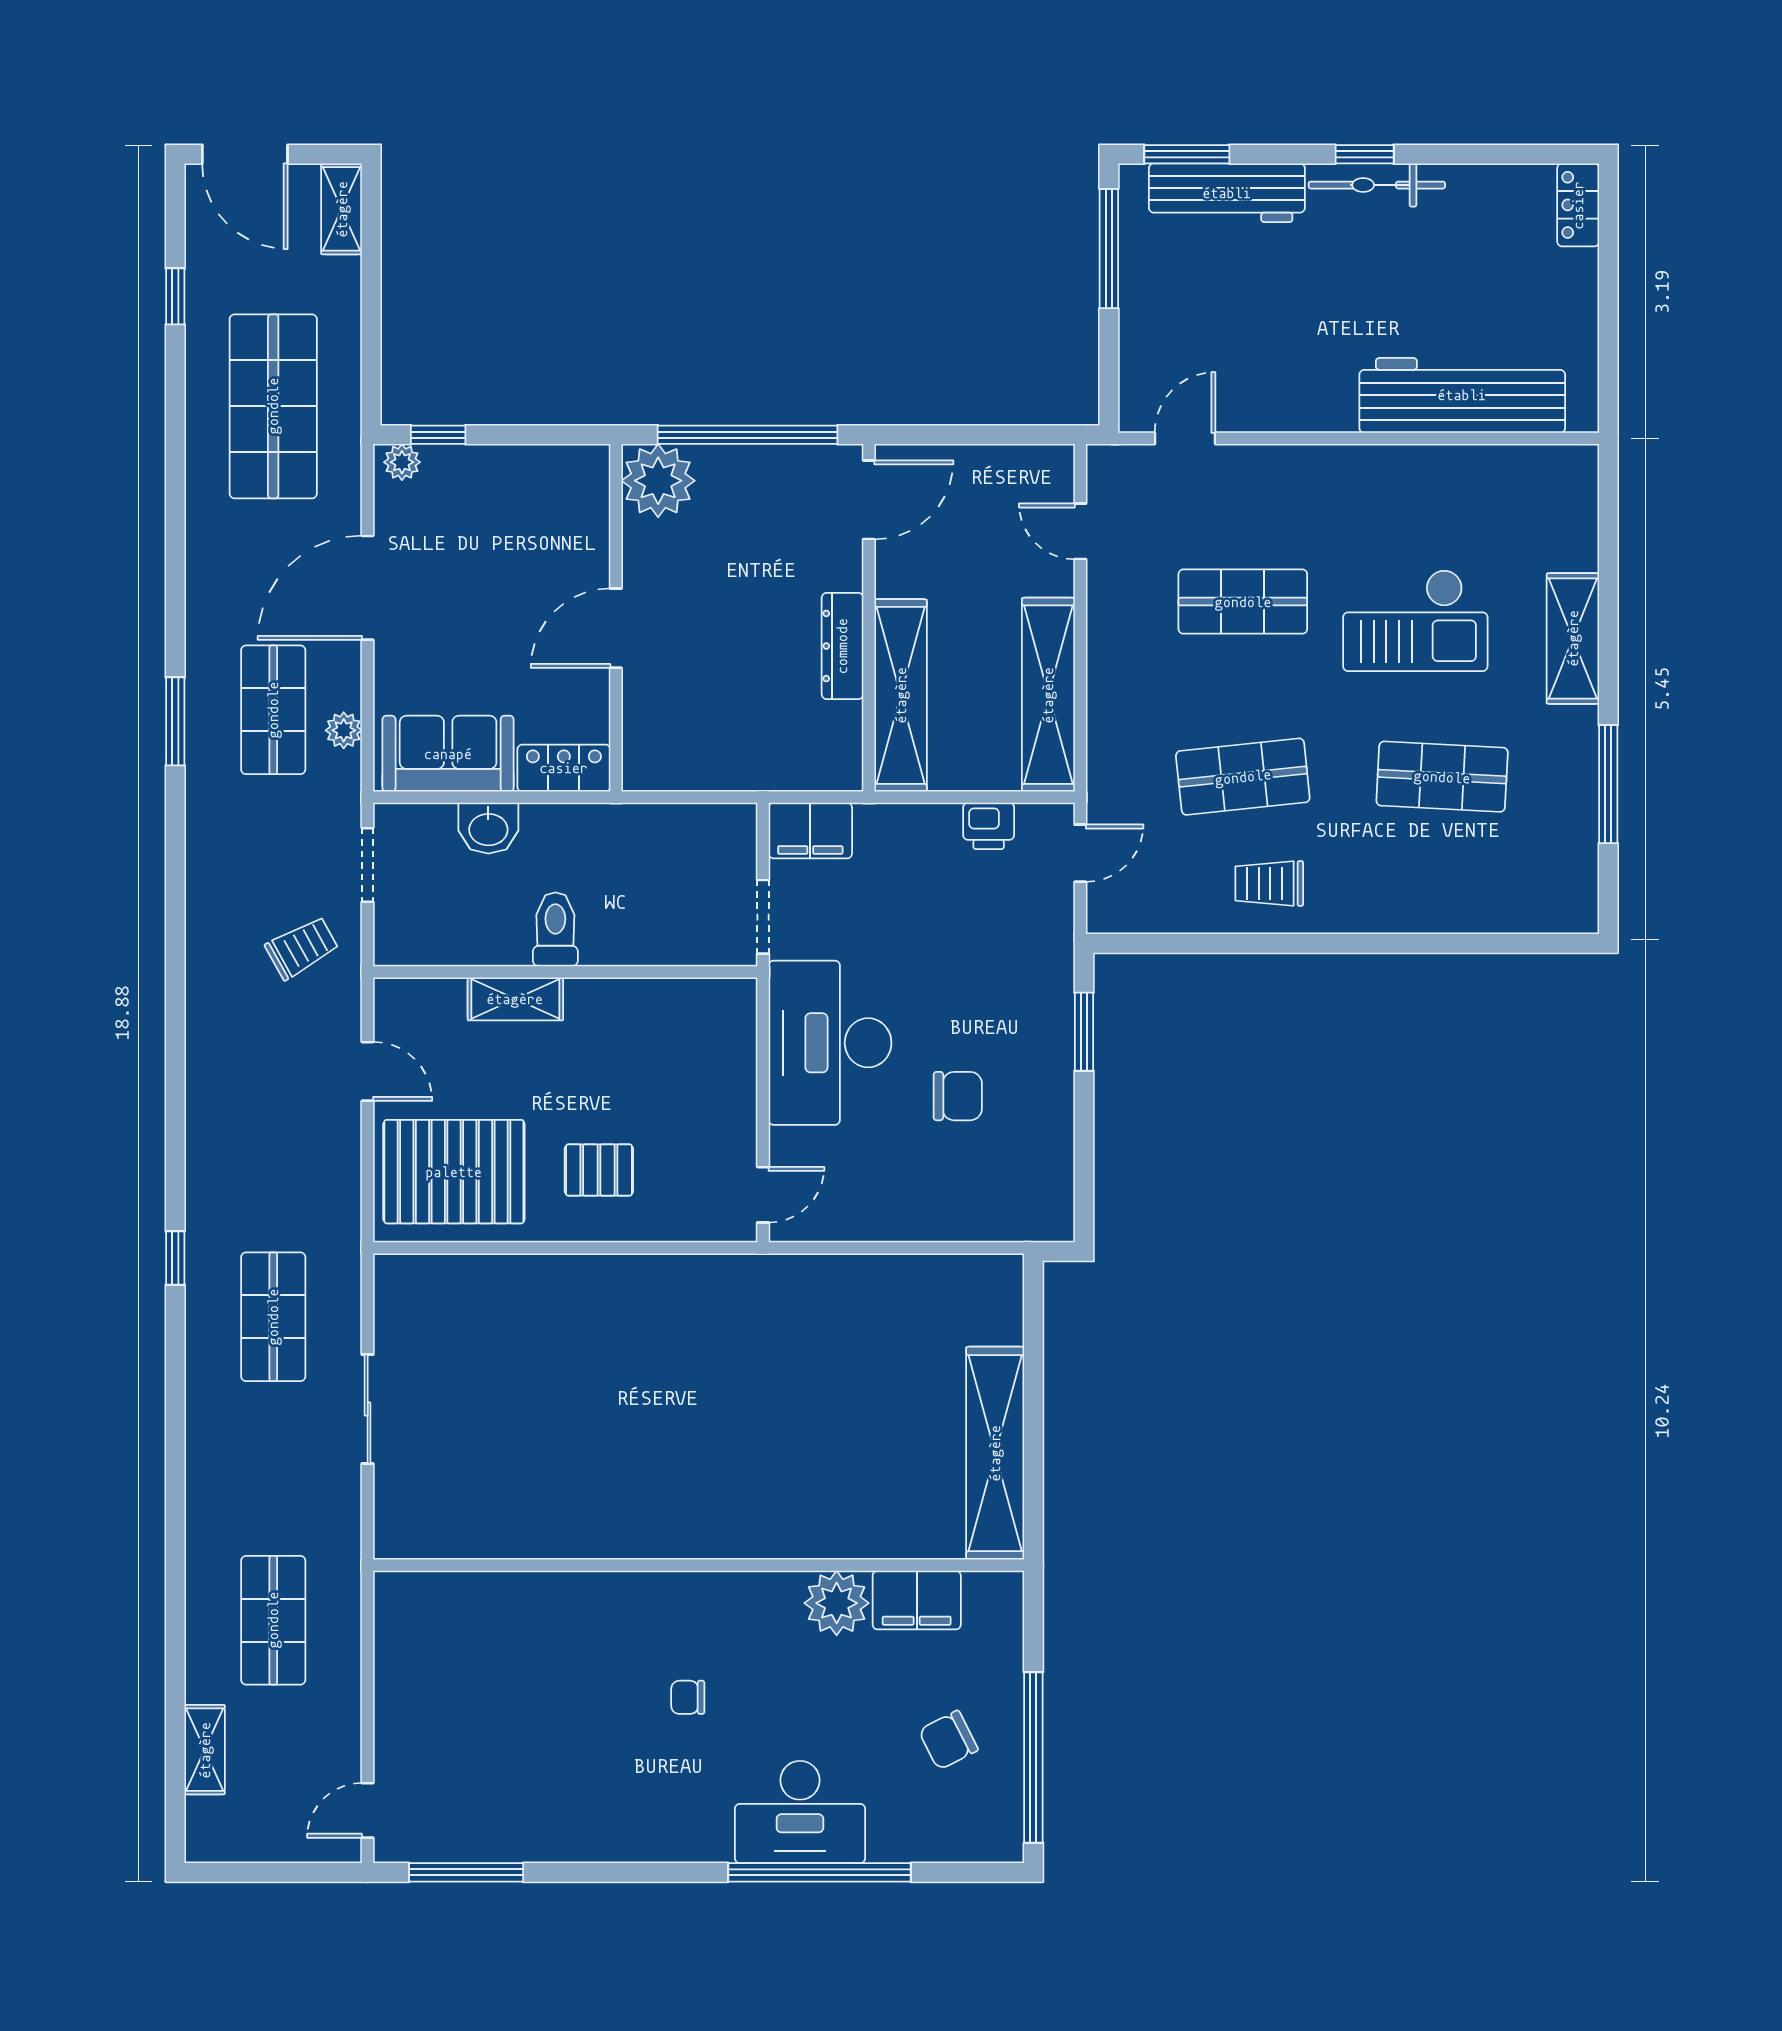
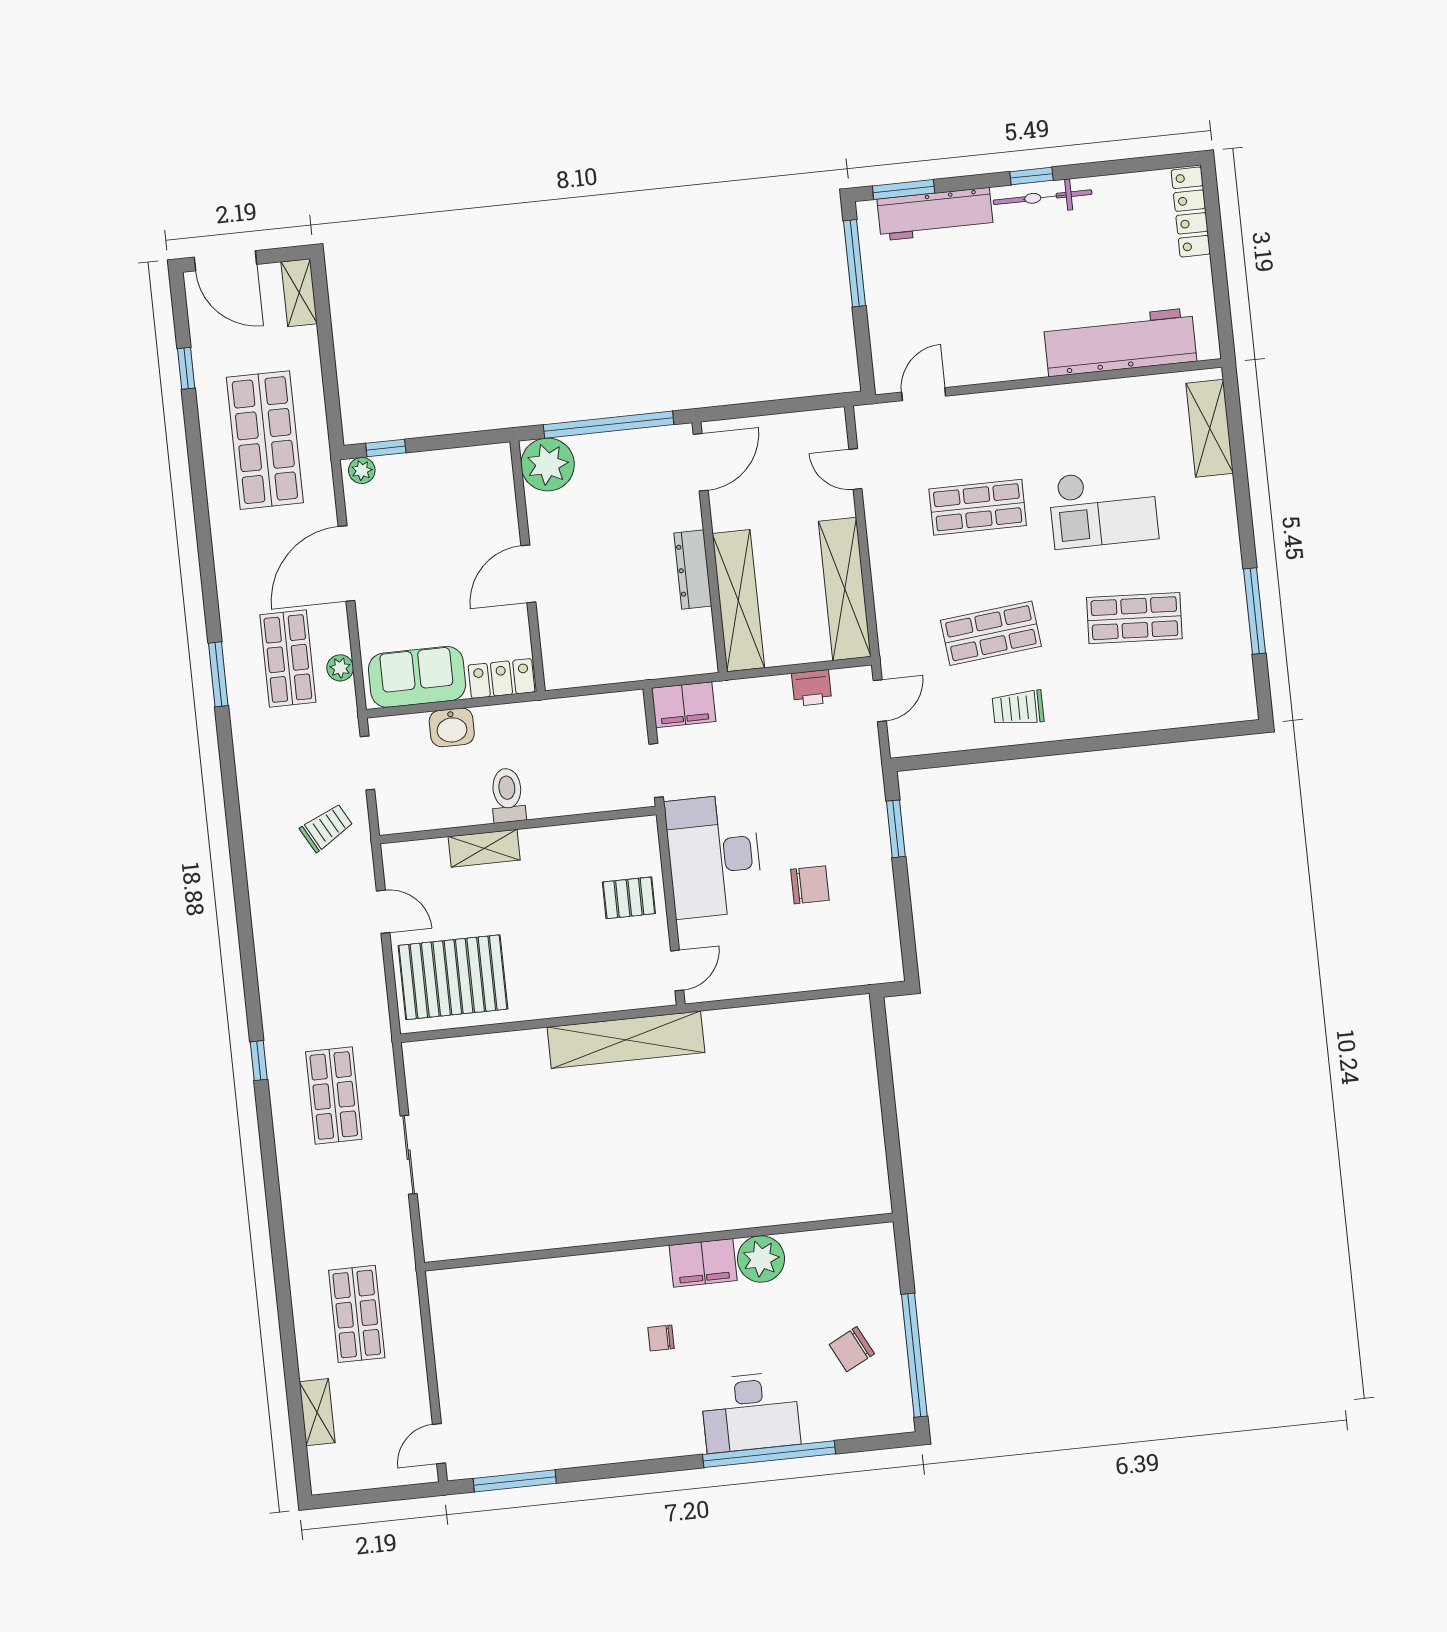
locker: (1578, 205) -> (1191, 212), width x1.53
shelving: (1573, 638) -> (1210, 428), moved
pallet: (599, 1170) -> (629, 898), moved
shelving: (995, 1453) -> (626, 1040), moved, turned 90
filing cabinet: (917, 1600) -> (703, 1263), moved

